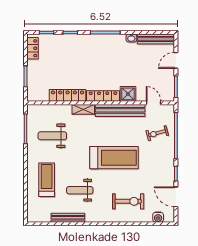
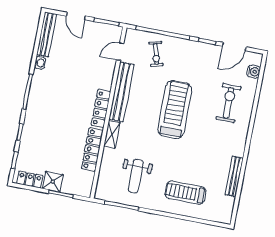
shower: (128, 94) -> (53, 182), moved
weight bench: (80, 190) -> (205, 156), removed

